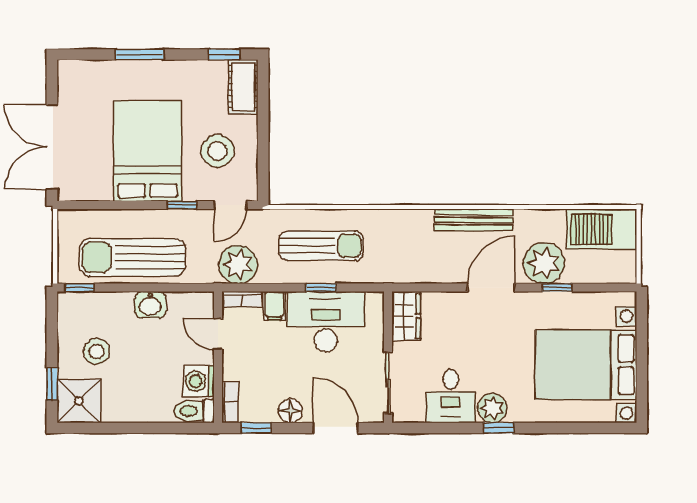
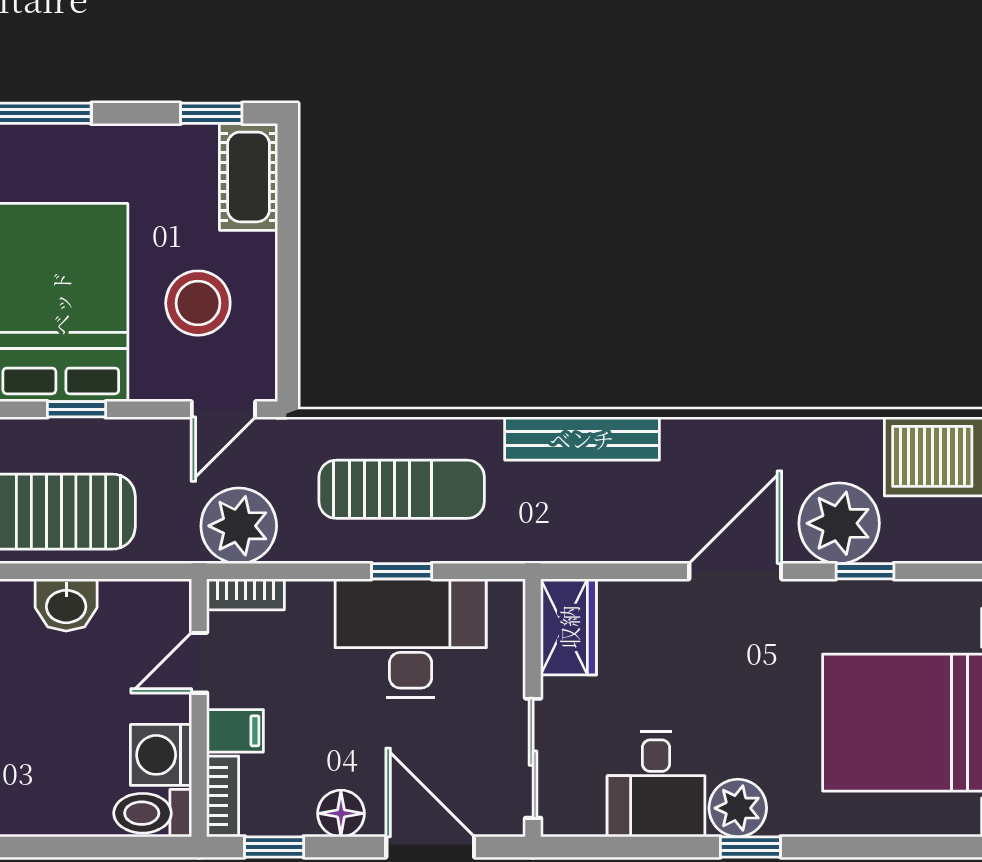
window: (182, 205) -> (76, 409), moved
bench: (474, 220) -> (582, 439), moved
filing cabinet: (274, 306) -> (235, 731), moved, turned -90
door: (218, 334) -> (199, 663), hinge flipped

